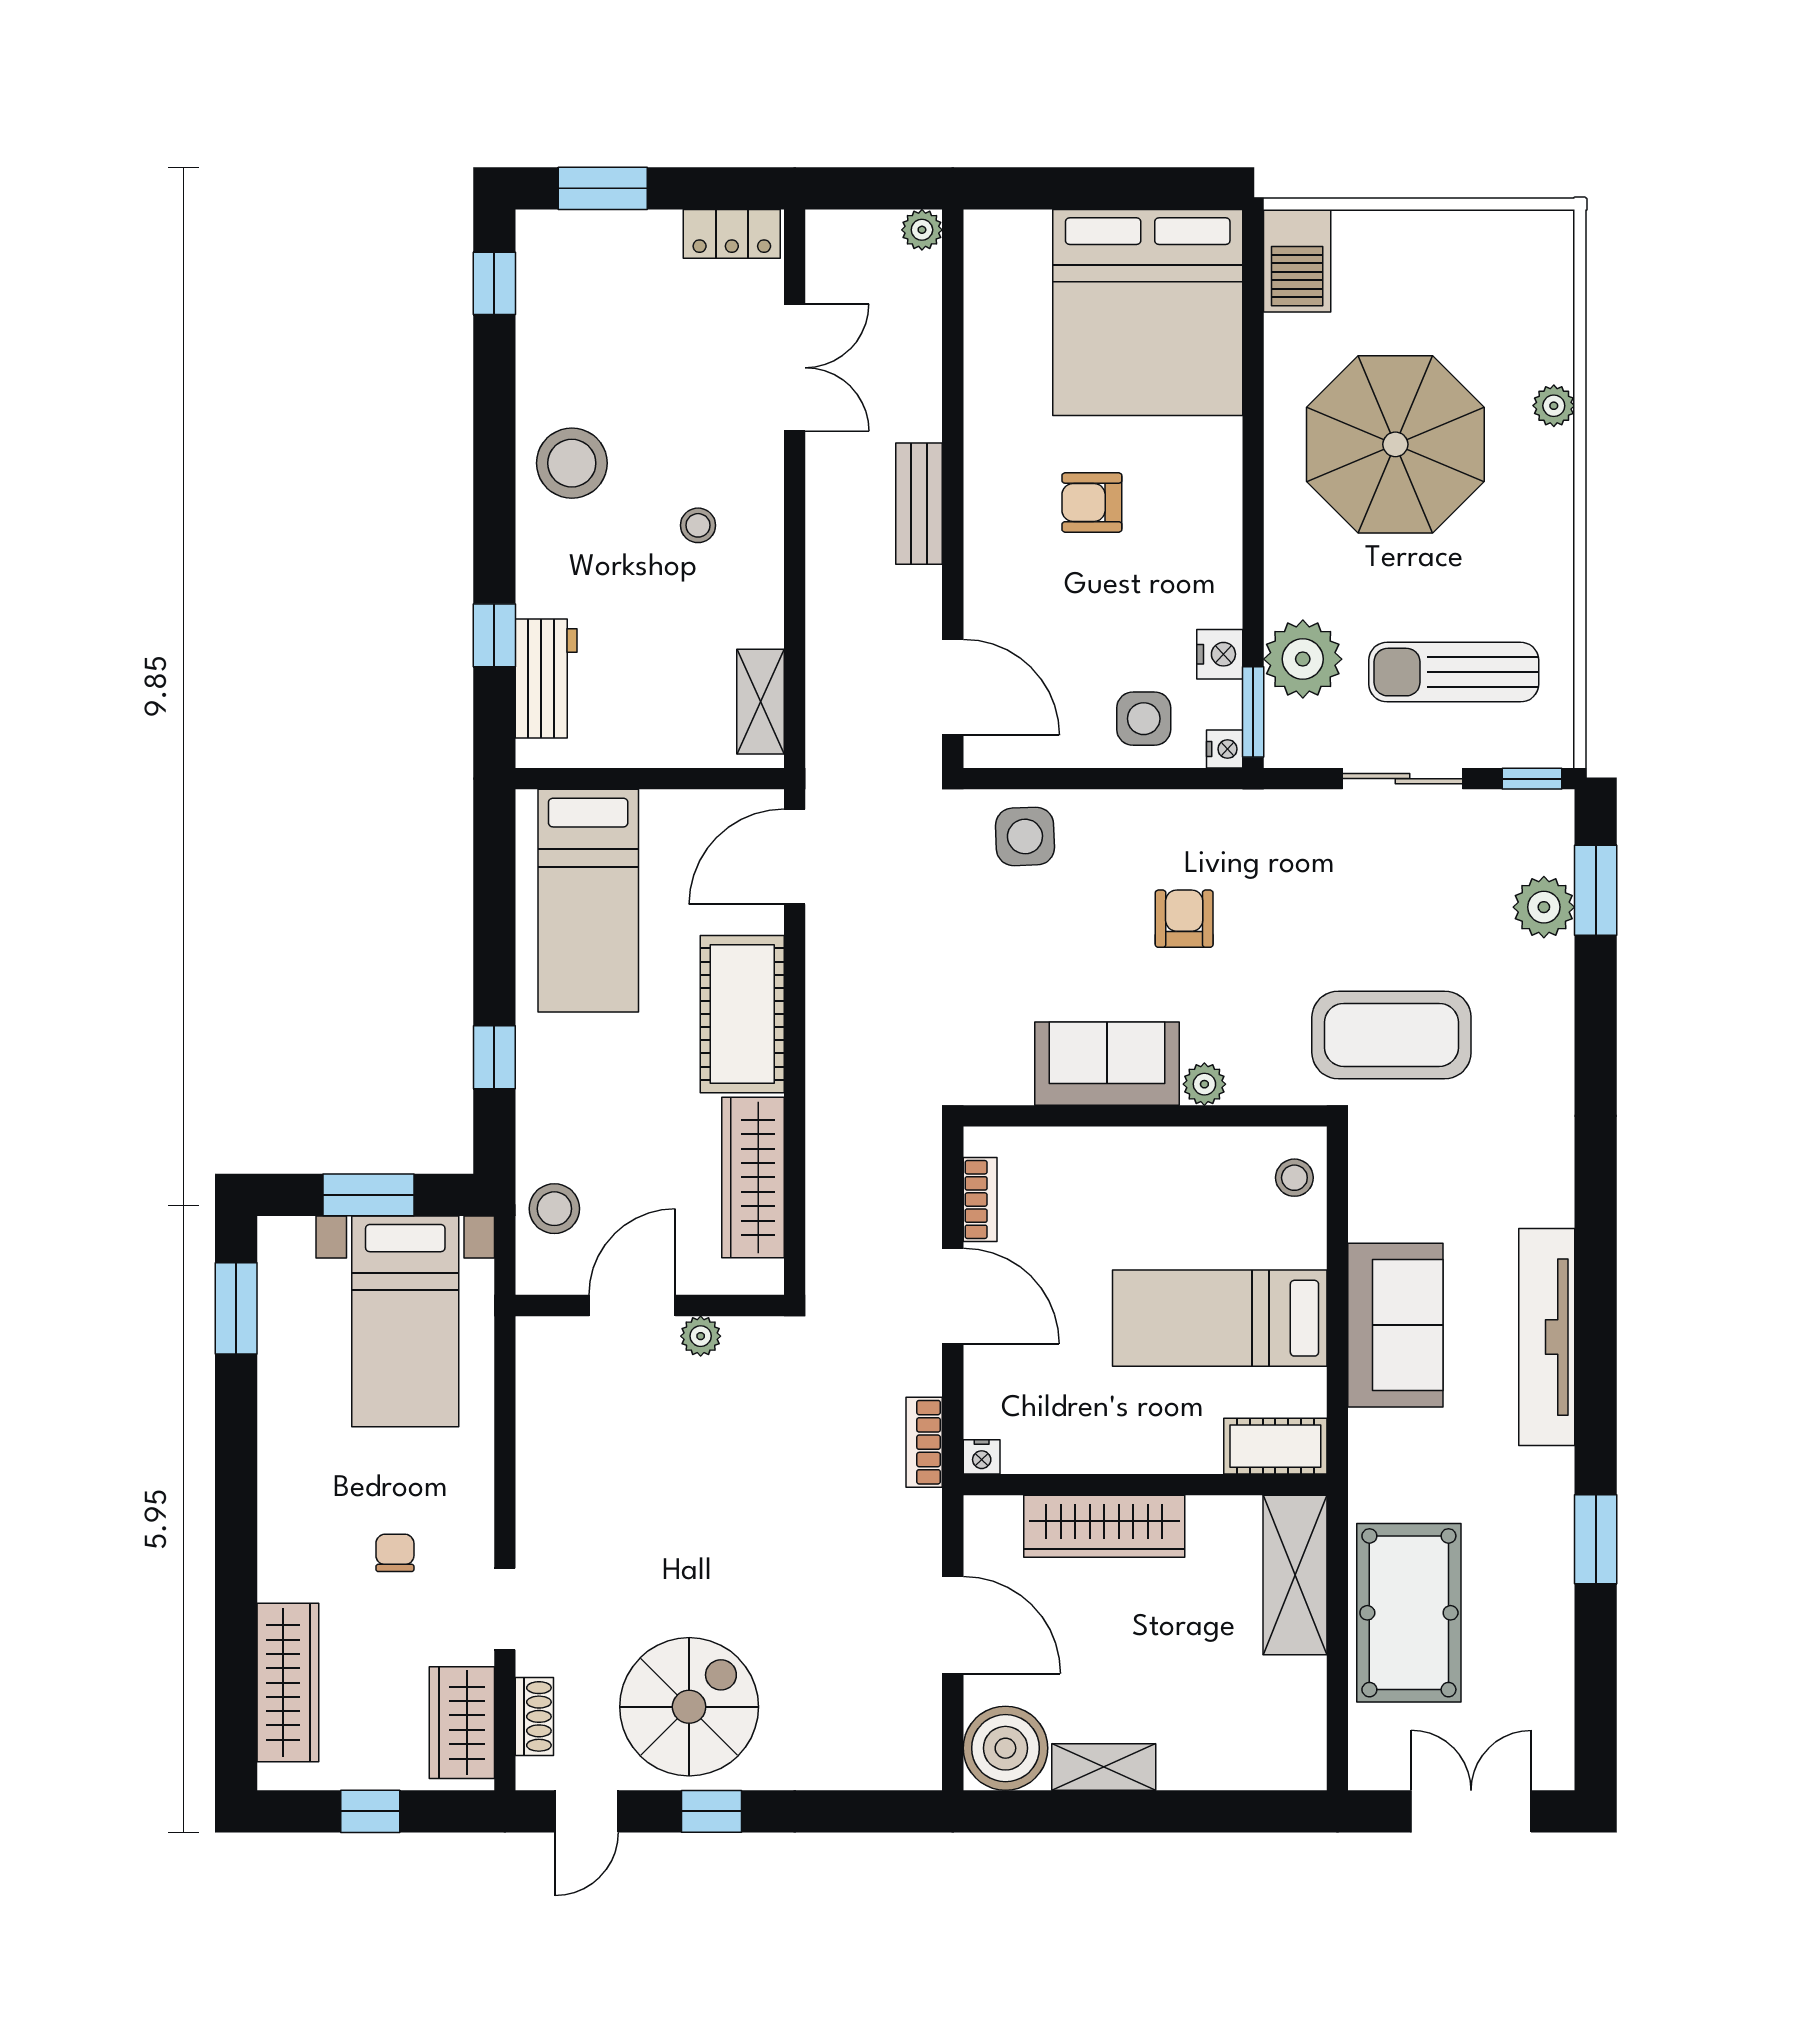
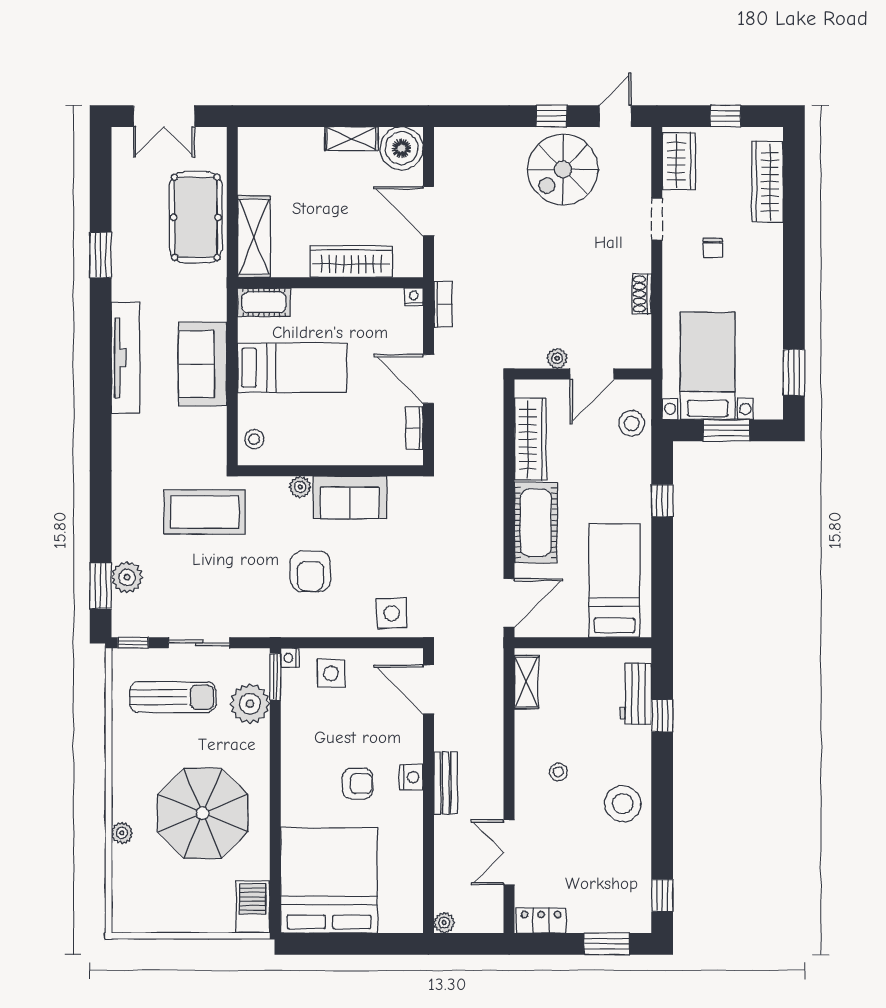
nightstand: (1220, 654) -> (411, 777), moved, turned 180
armchair: (1184, 919) -> (310, 571), width x1.38, depth x1.38
shoe rack: (534, 1716) -> (642, 294), moved

